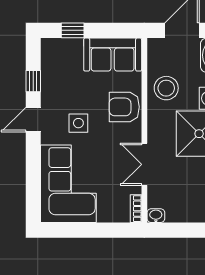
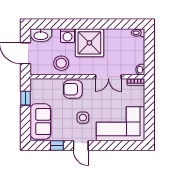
window: (73, 30) -> (25, 98), moved
sofa: (113, 55) -> (40, 121), moved
armchair: (124, 107) -> (73, 89), turned 90

